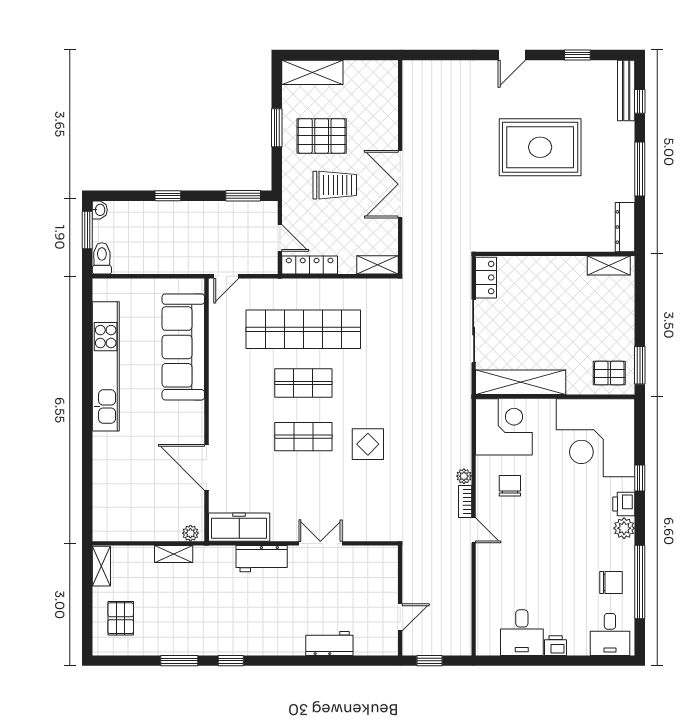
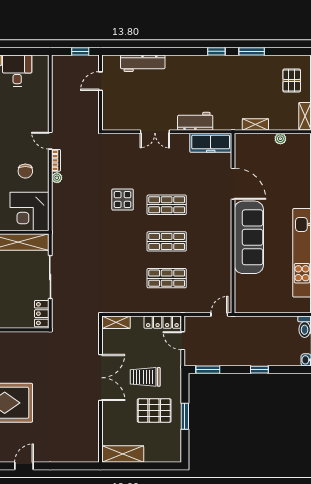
shelving: (312, 72) -> (123, 454), moved
shop shelf: (303, 329) -> (167, 278), width x0.50, depth x0.74
sofa: (183, 347) -> (249, 237), moved
plant: (190, 533) -> (280, 139), moved
workbench: (329, 643) -> (143, 63), width x1.37

